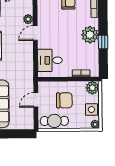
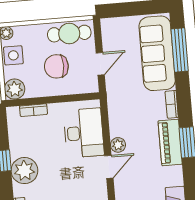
plant: (28, 19) -> (118, 145), moved
desk: (50, 60) -> (84, 133), width x1.37

